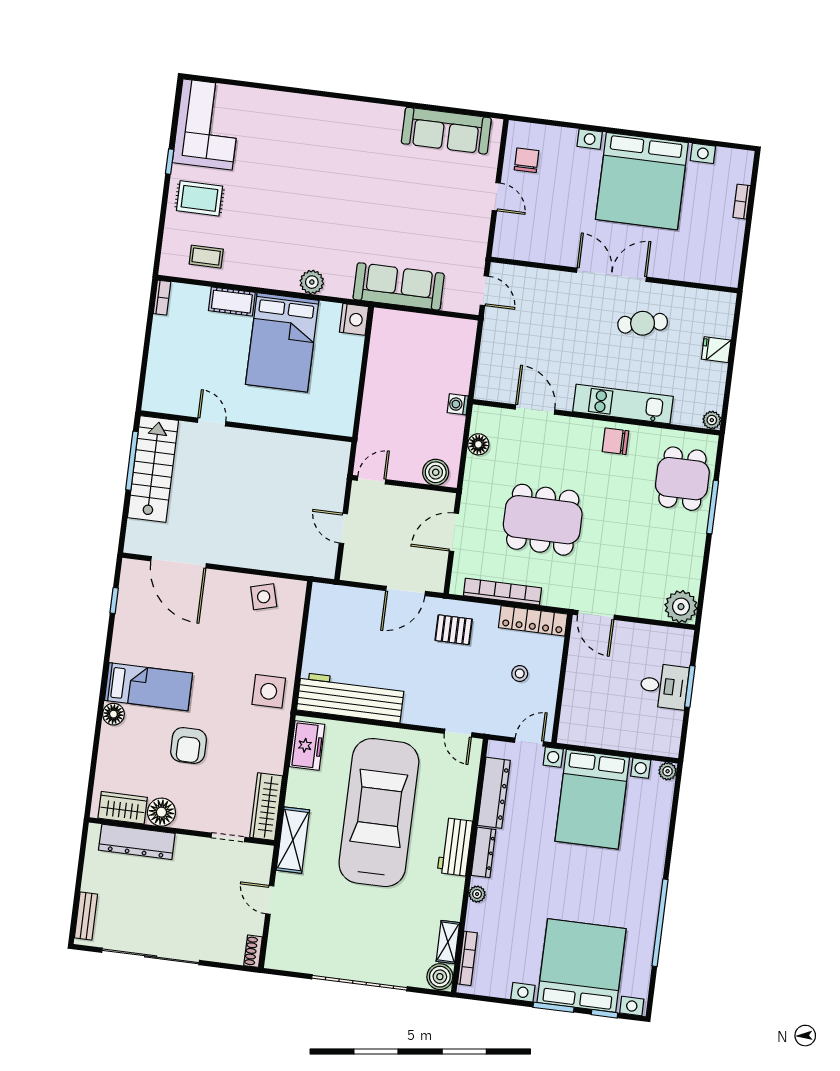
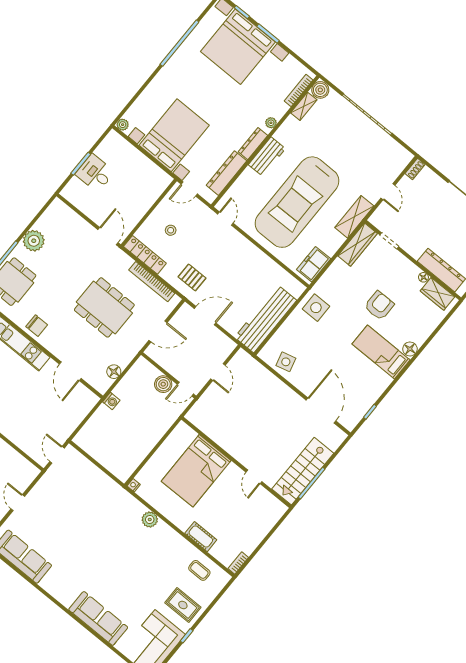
sofa: (399, 286) -> (98, 618), moved, turned 180
nightstand: (354, 319) -> (134, 485), width x0.53, depth x0.56
bed: (282, 342) -> (196, 471), moved, turned 180
boiler: (436, 472) -> (163, 384), moved
plant: (681, 607) -> (34, 241), moved
workbench: (351, 698) -> (266, 319), moved, turned 90
floor lamp: (161, 812) -> (423, 277), width x0.53, depth x0.53

